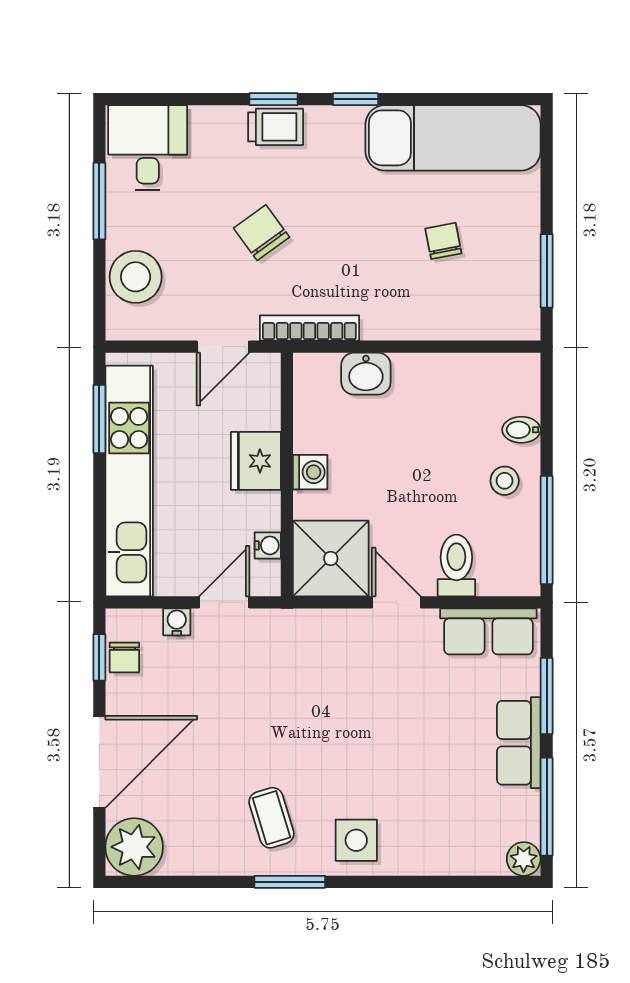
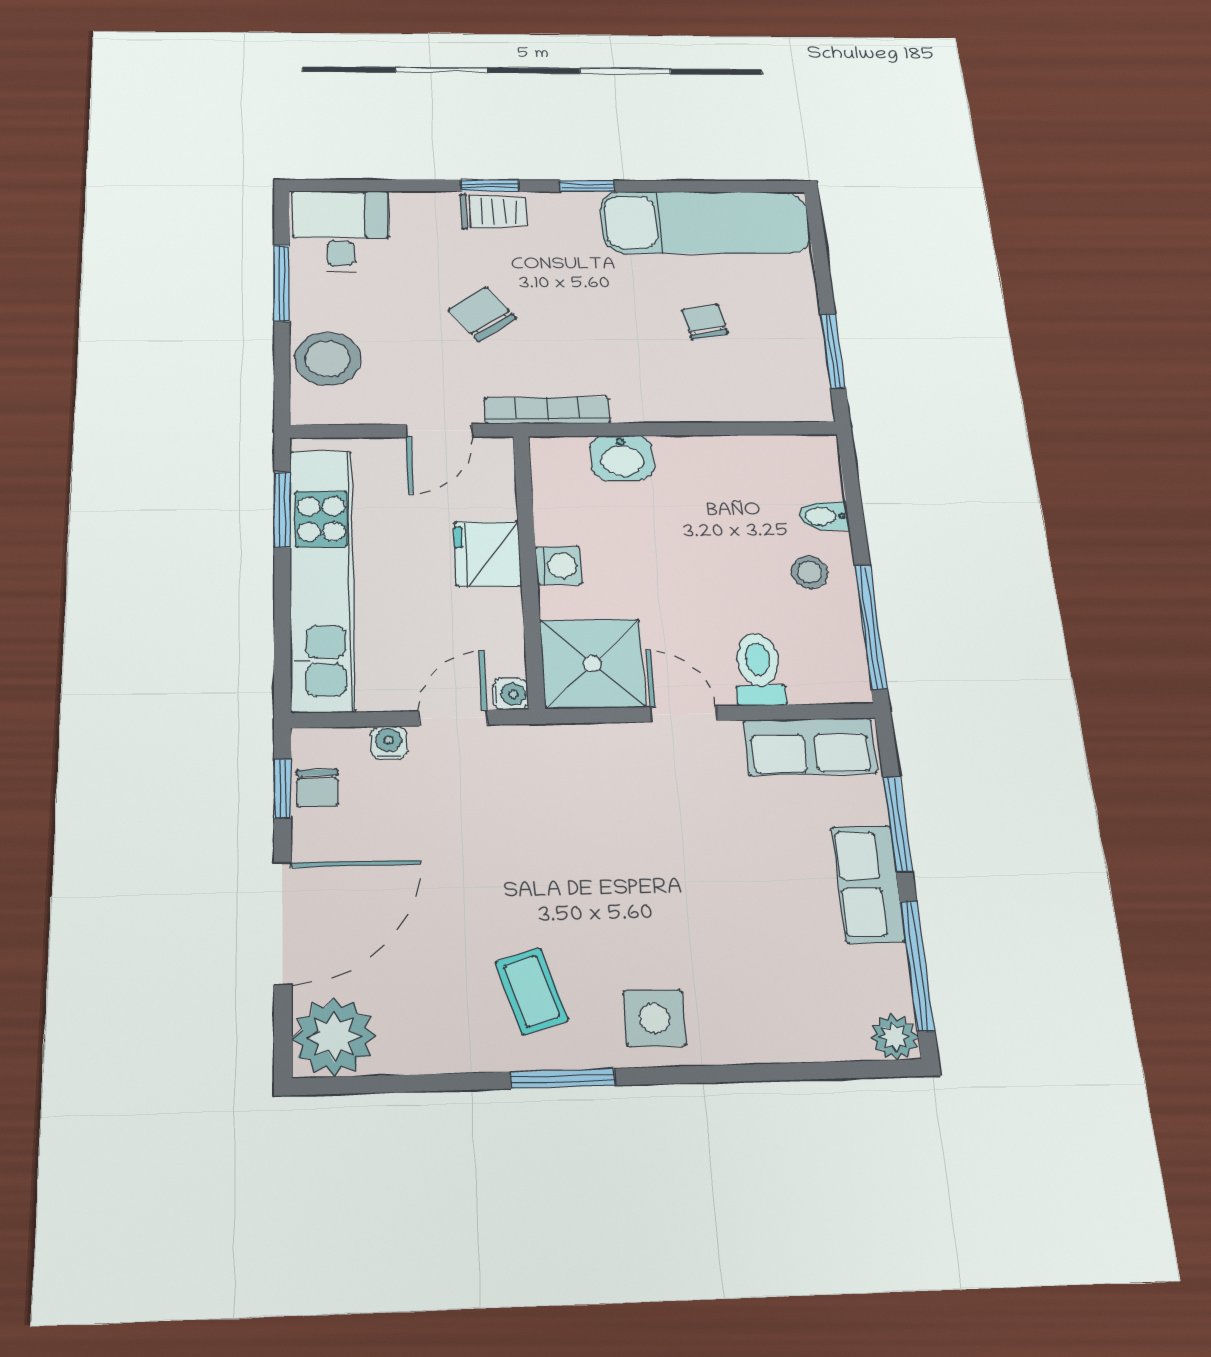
water cooler: (268, 545) -> (510, 694), moved

